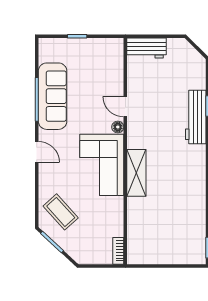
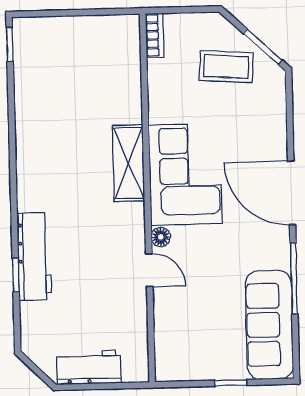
workbench: (147, 48) -> (89, 367), moved
sofa: (53, 96) -> (269, 325), moved
door: (37, 152) -> (292, 193), width x1.88
coffee table: (61, 212) -> (226, 67), moved, turned -44

